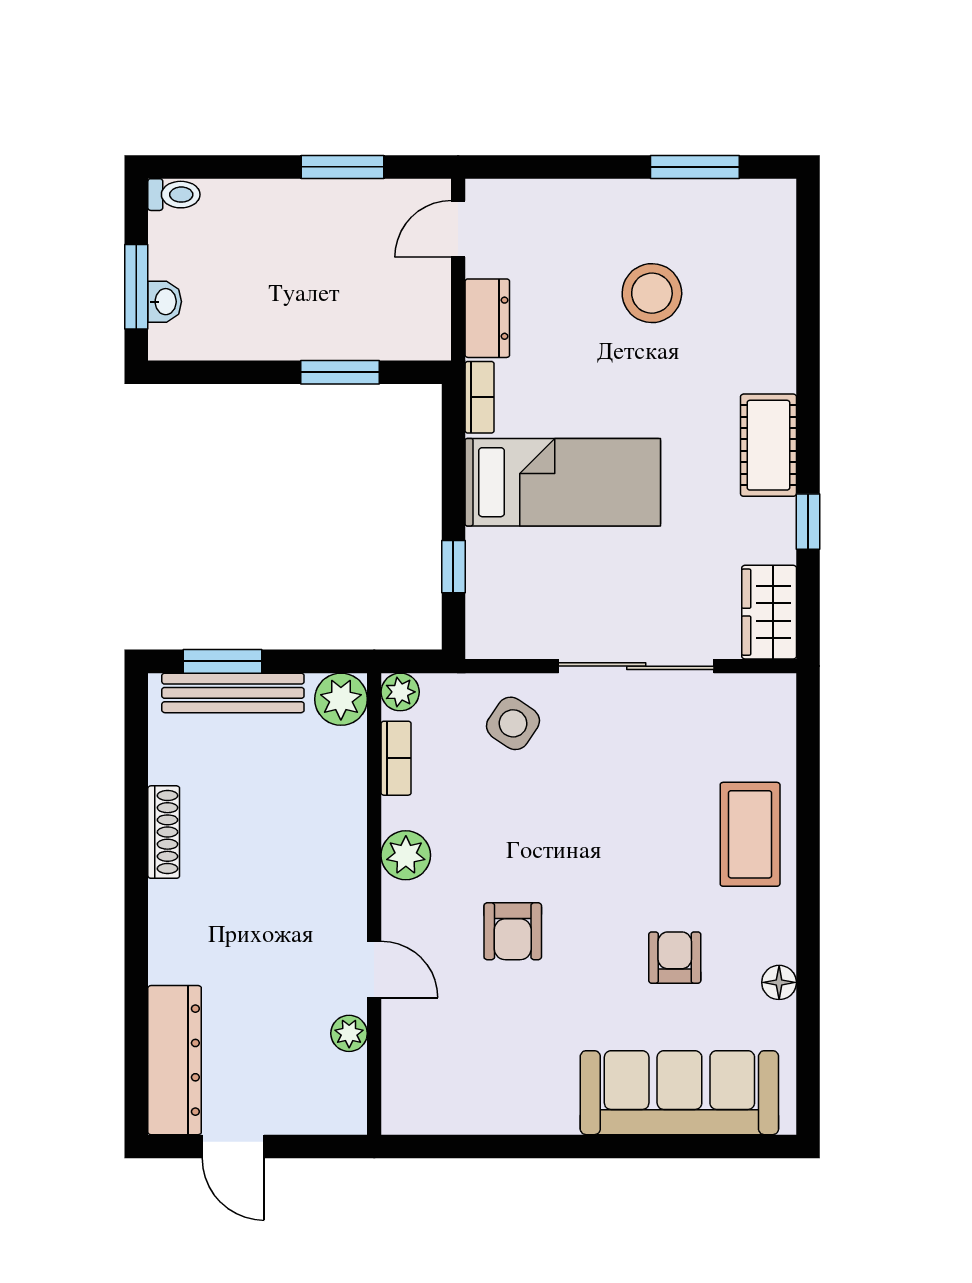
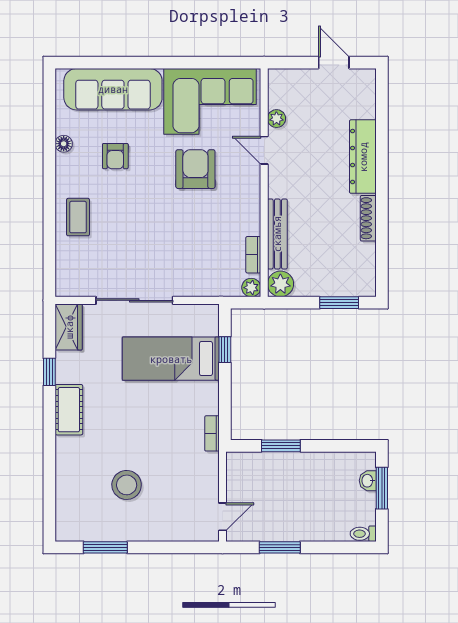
dresser: (487, 318) -> (208, 473), removed
bed: (563, 482) -> (171, 359), moved
bench: (233, 693) -> (277, 234), moved, turned 90
side table: (513, 723) -> (195, 272), removed
coffee table: (750, 834) -> (78, 217), width x0.73, depth x0.77
plant: (406, 855) -> (248, 207), removed
armchair: (513, 931) -> (195, 169), width x1.38, depth x1.38
dresser: (175, 1060) -> (363, 157), moved
corner sofa: (483, 1068) -> (210, 101), added

